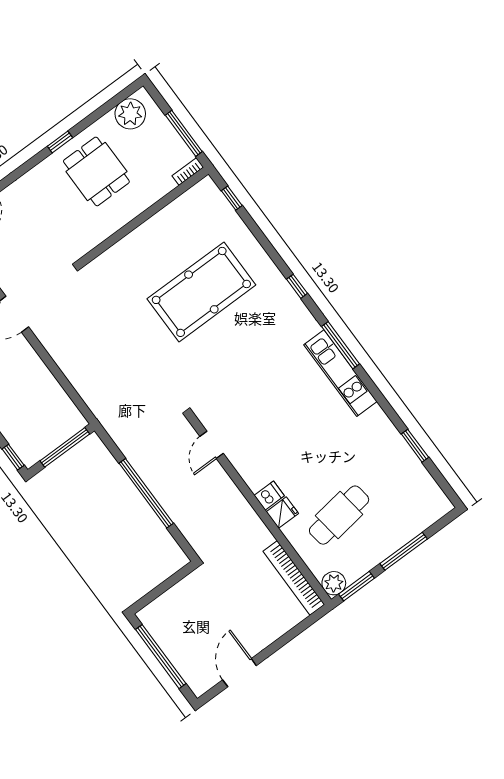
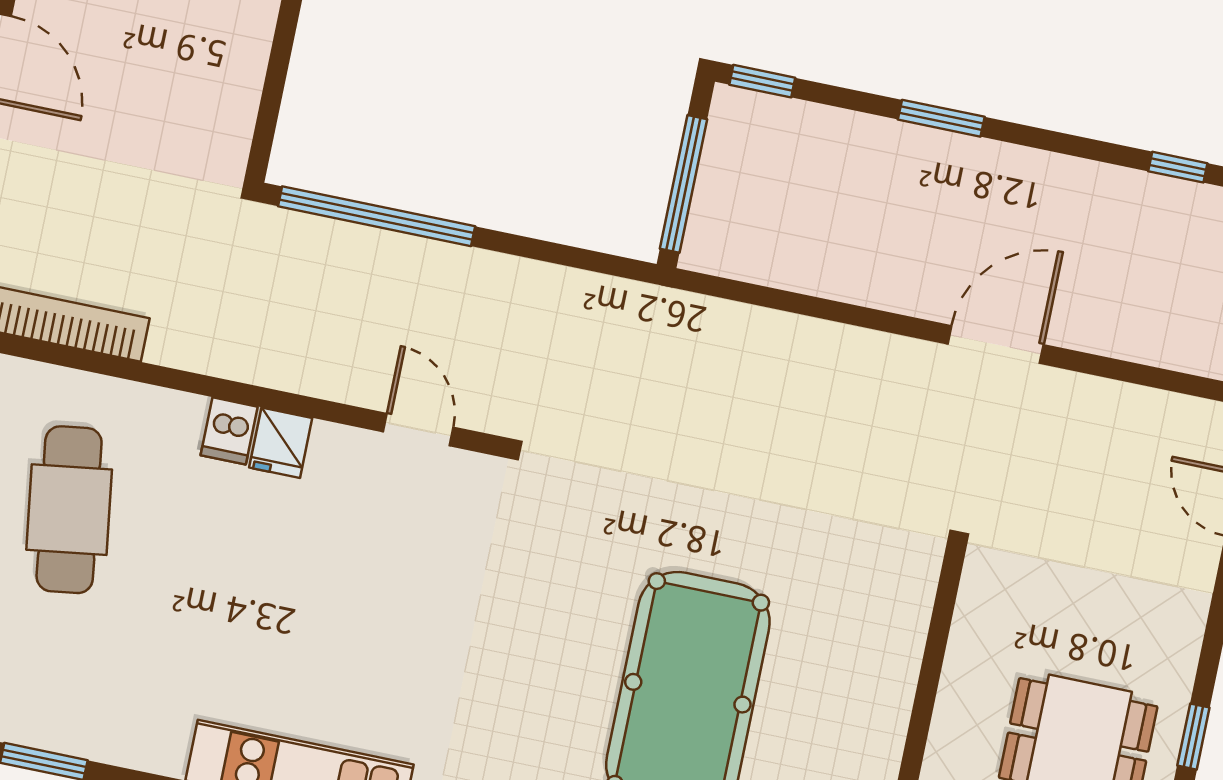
window: (146, 493) -> (377, 216), moved
fridge: (282, 513) -> (281, 443), moved

